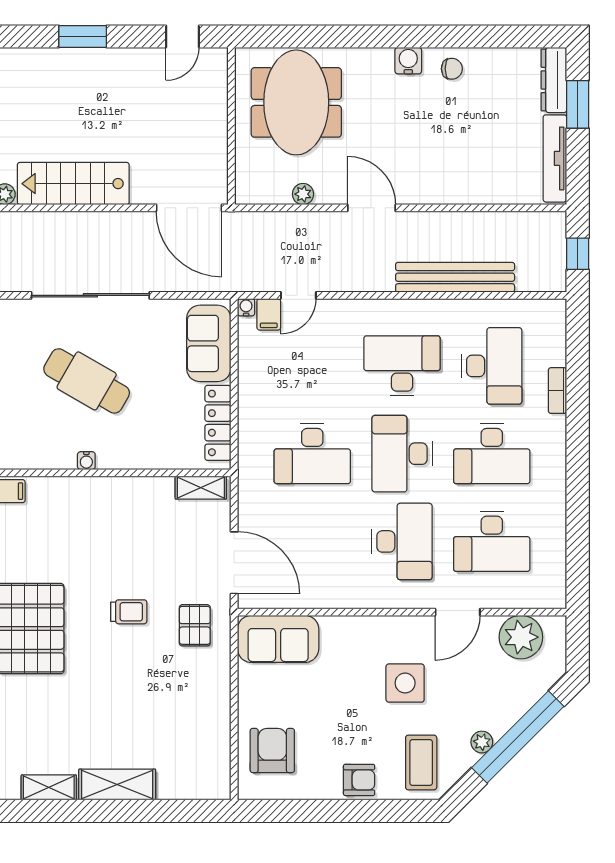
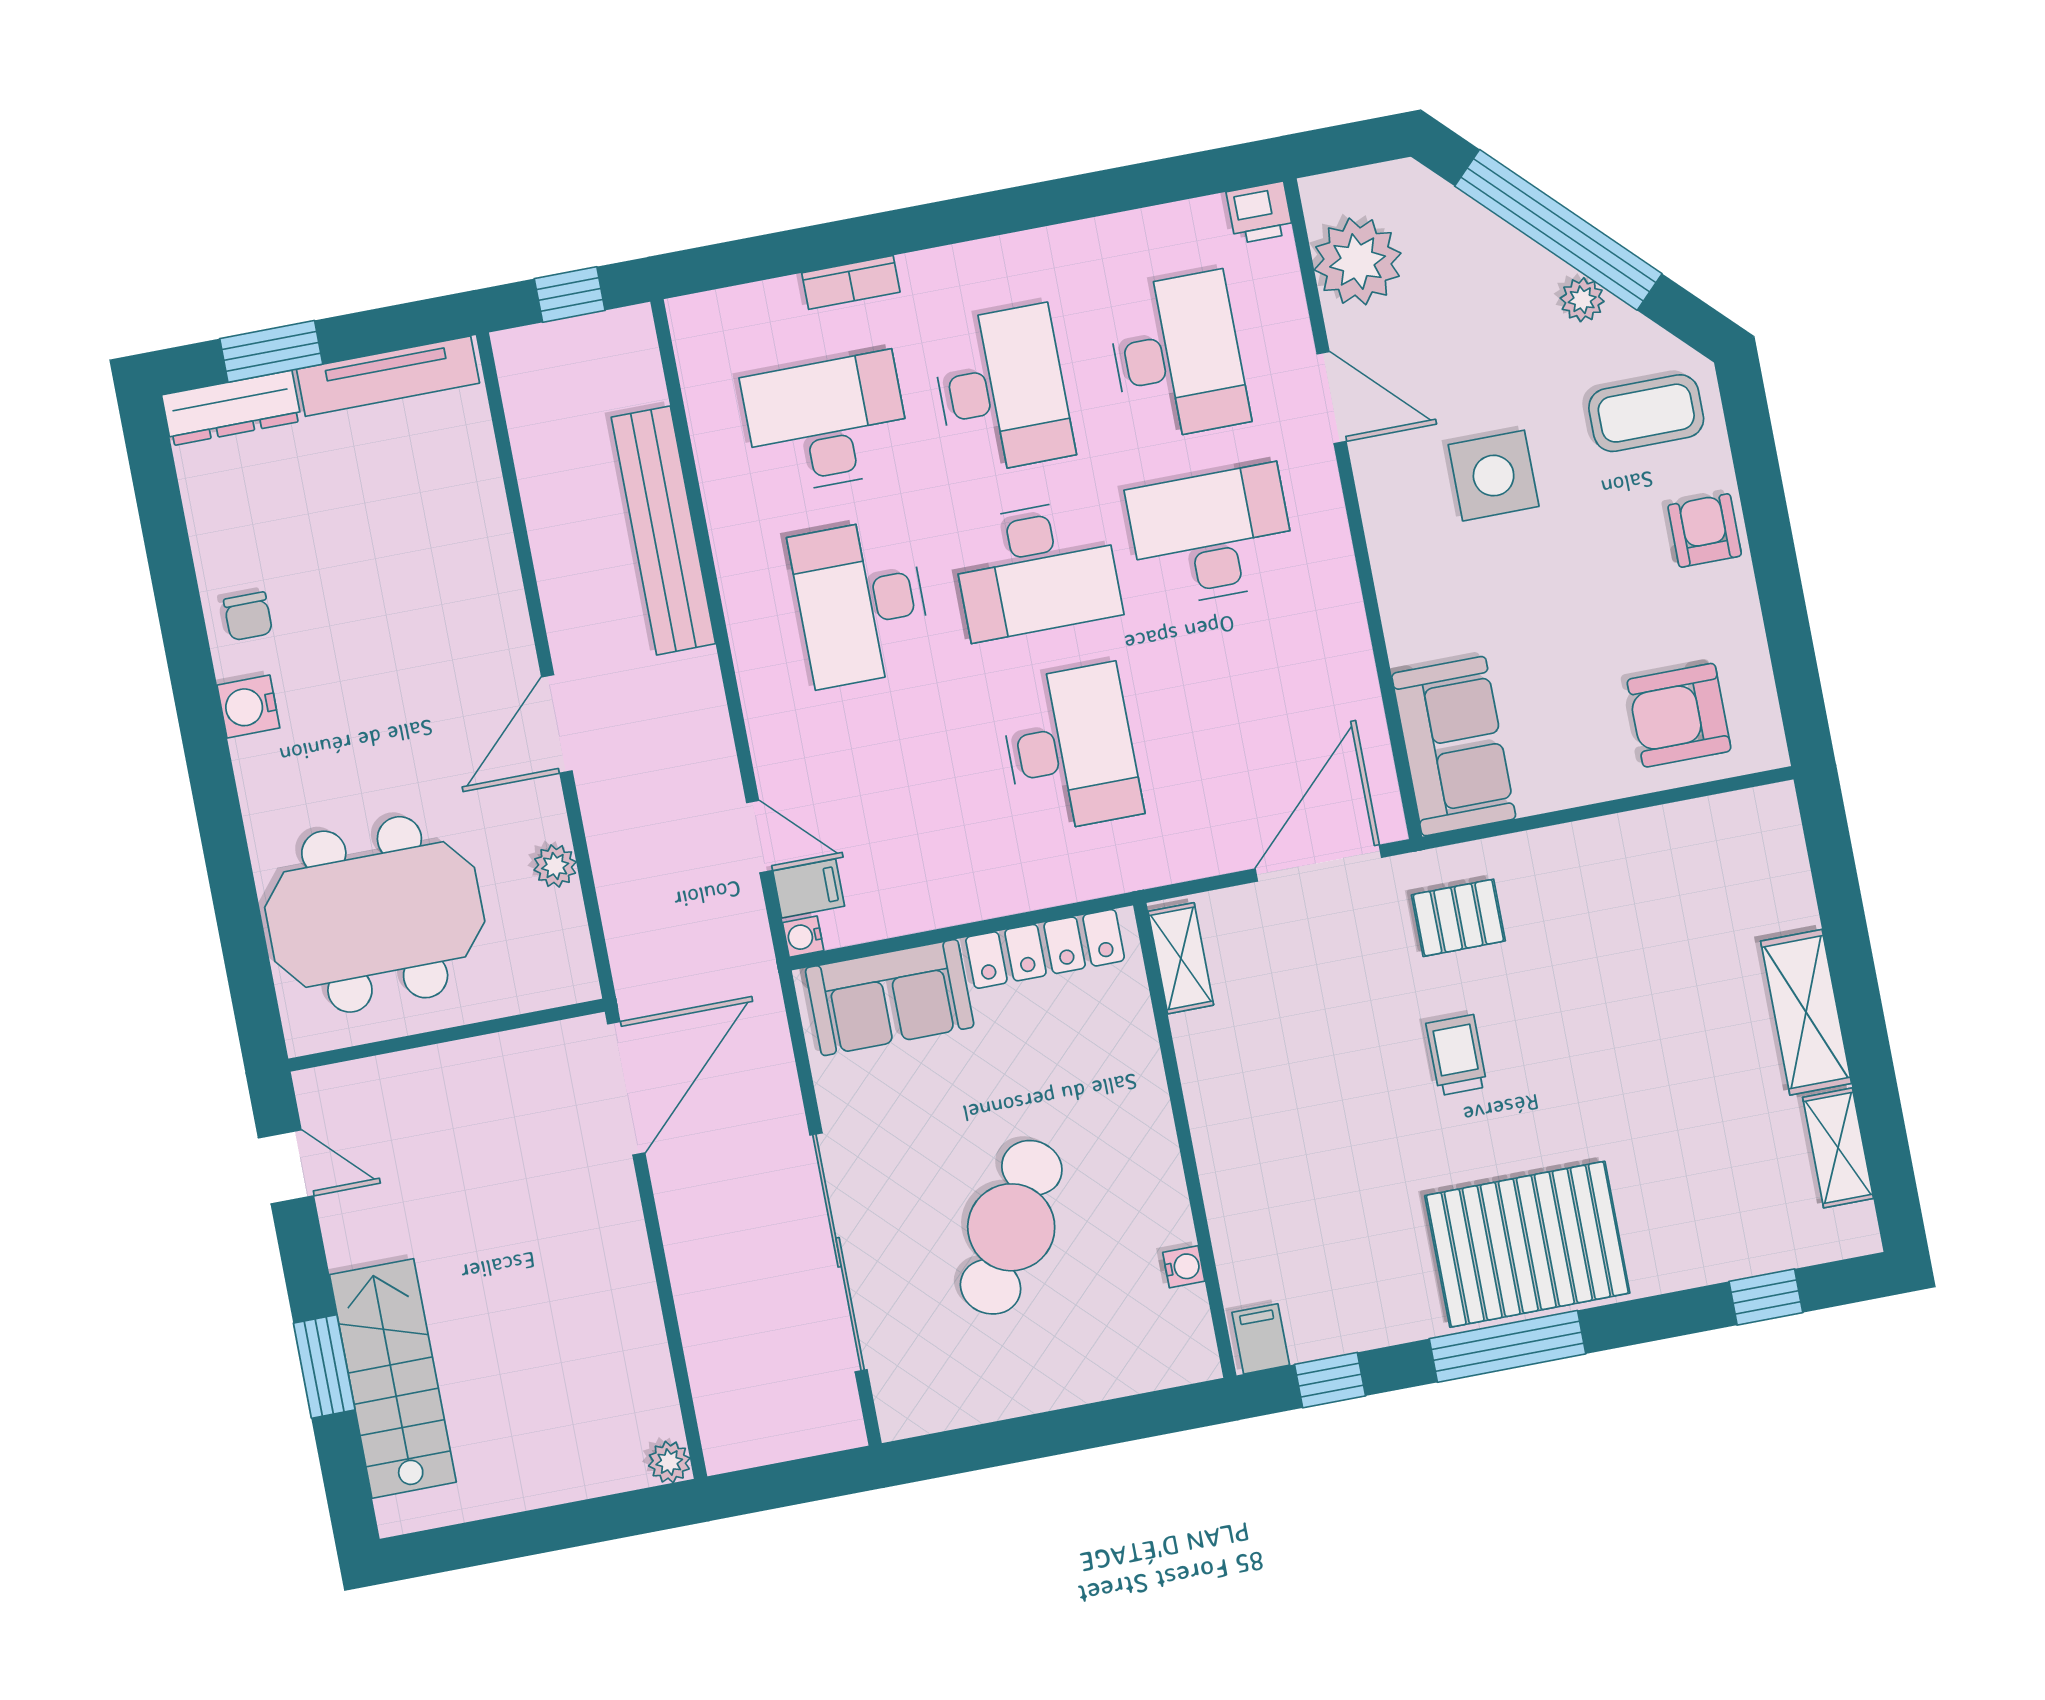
chair: (452, 69) -> (248, 616), turned 180
stairs: (73, 184) -> (393, 1378), moved, turned 180
water cooler: (86, 461) -> (1184, 1267), moved
printer: (554, 594) -> (1260, 213), added

